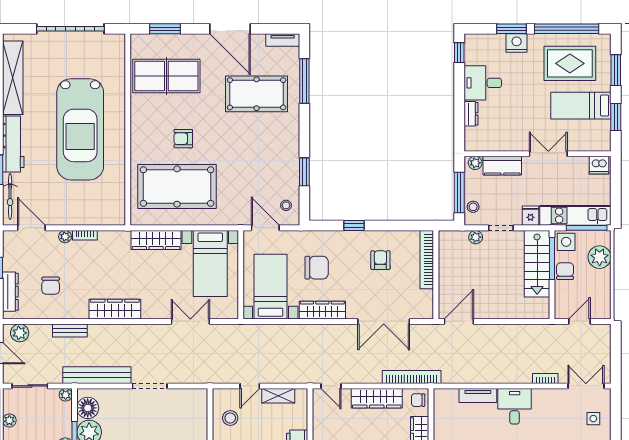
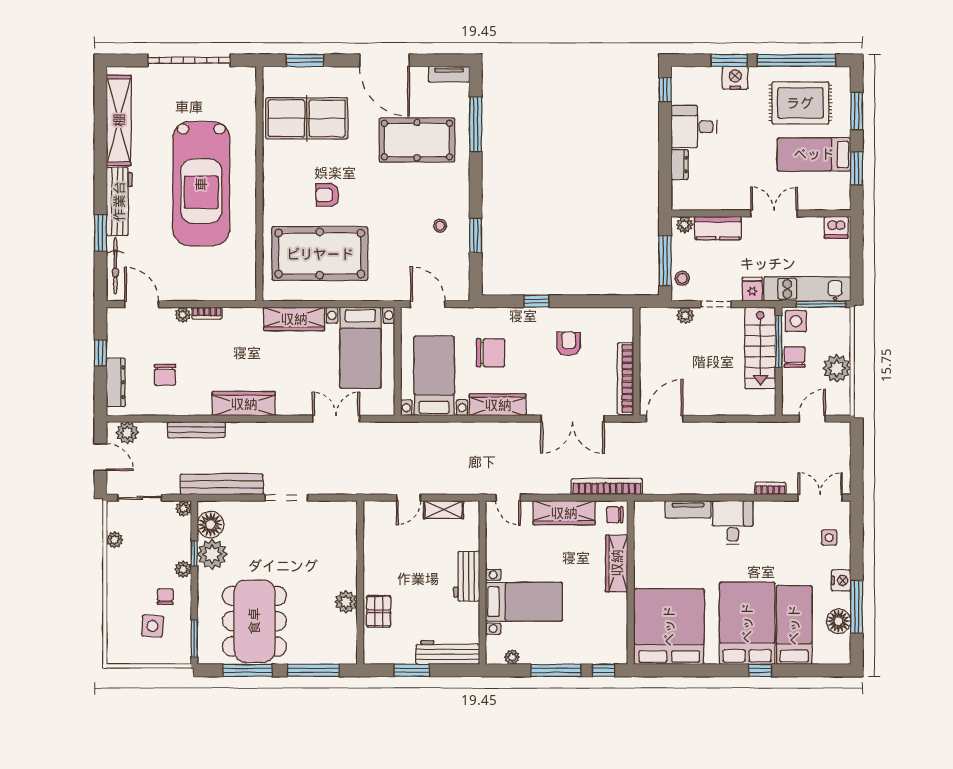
stool: (286, 205) -> (440, 226), moved
plant: (600, 257) -> (837, 368), moved
bookcase: (427, 260) -> (625, 379), moved
bench: (70, 330) -> (196, 430), width x1.36
stool: (230, 418) -> (385, 537), removed

